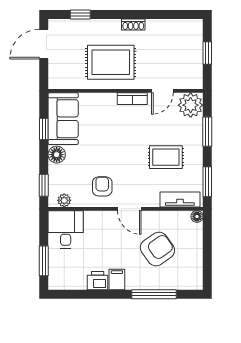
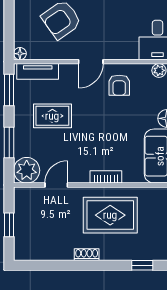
bookcase: (132, 99) -> (106, 177), moved
door: (129, 209) -> (91, 62), swing flipped

